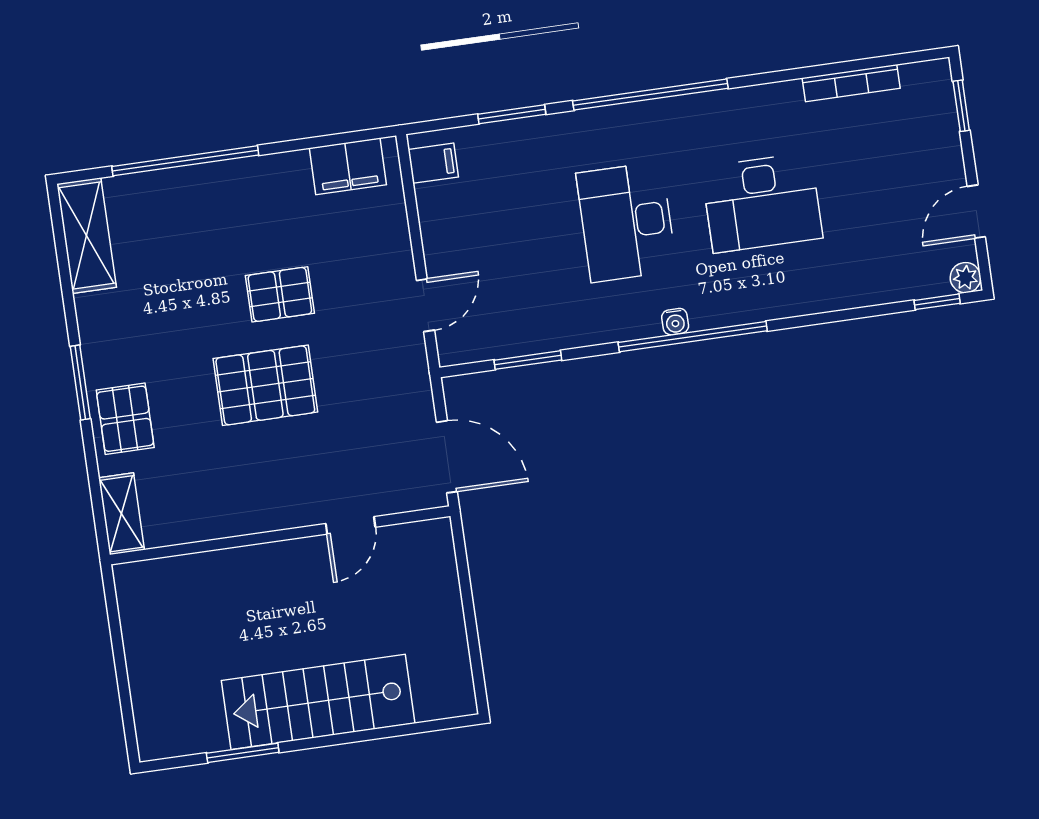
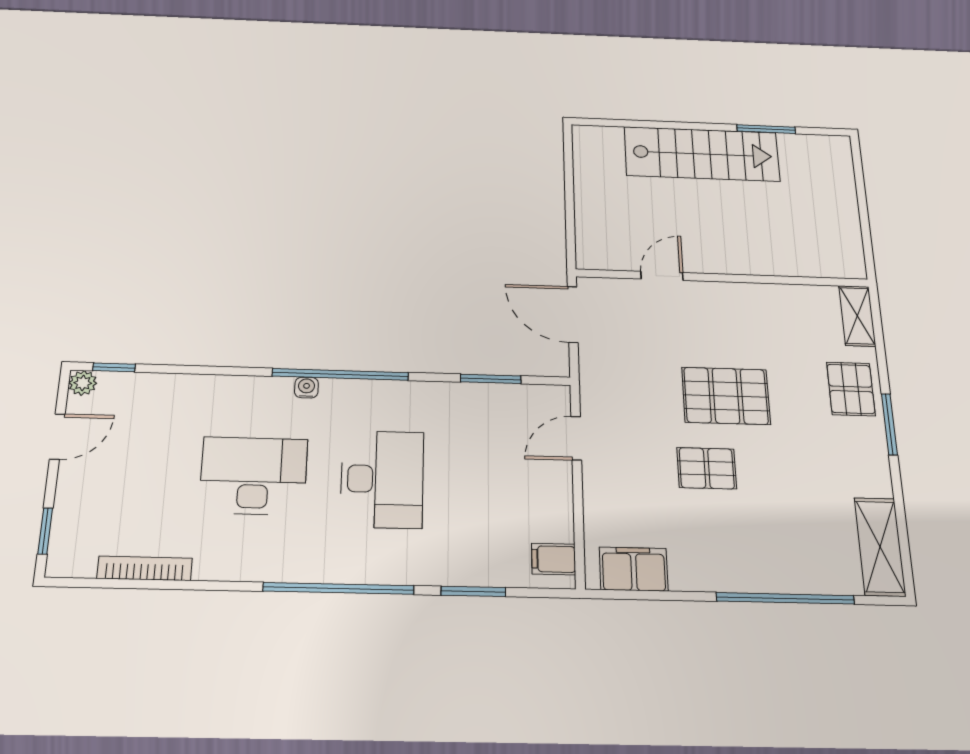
water cooler: (675, 322) -> (306, 388), moved

